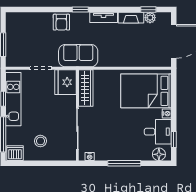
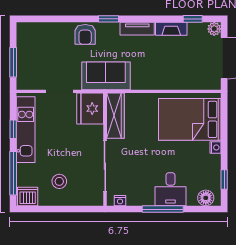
plant: (150, 18) -> (214, 29), moved
desk: (158, 132) -> (170, 189), moved, turned 90

